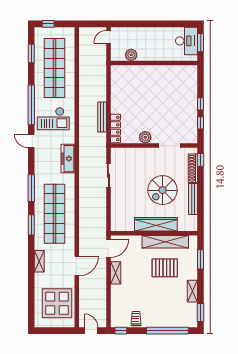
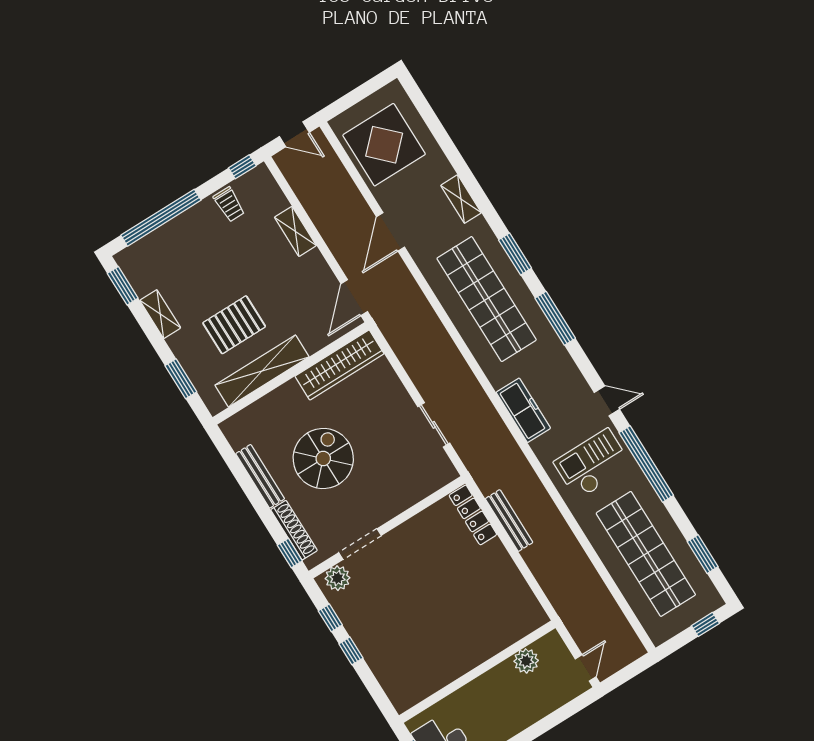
plant: (145, 137) -> (337, 578), moved
wardrobe: (156, 224) -> (339, 365), moved
shelving: (116, 273) -> (295, 231), moved

